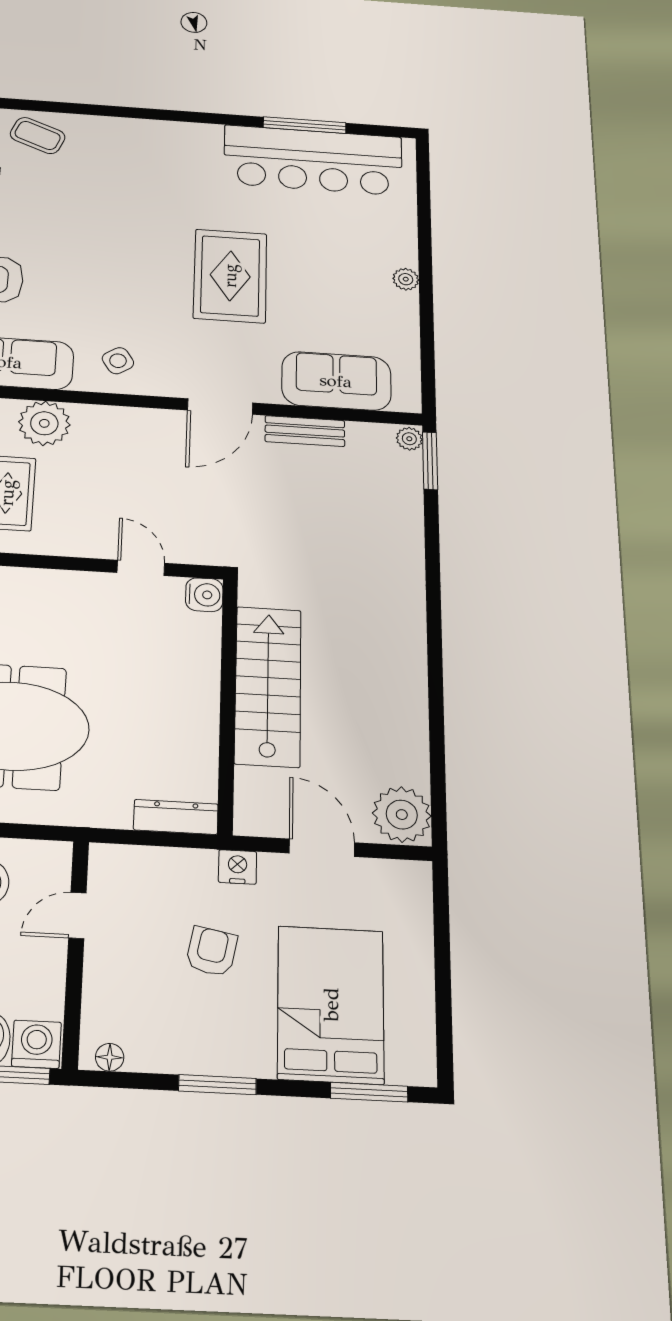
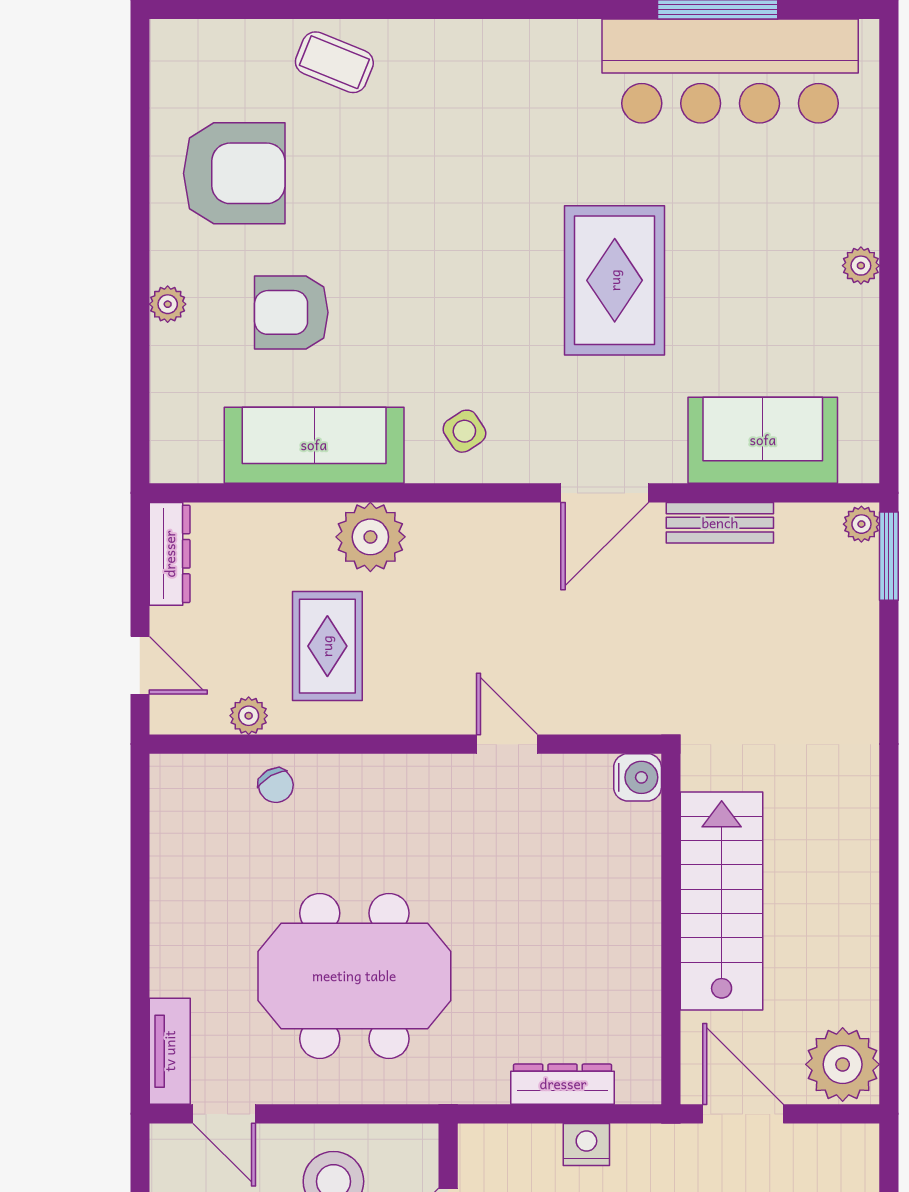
water cooler: (204, 595) -> (638, 777), moved
stairs: (268, 686) -> (722, 901), moved
wall: (228, 704) -> (671, 929), moved
nightstand: (238, 867) -> (586, 1144), moved

